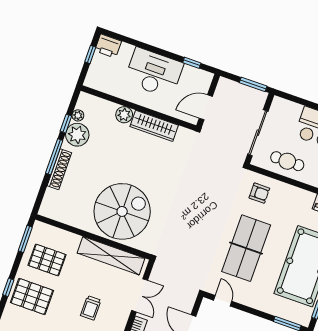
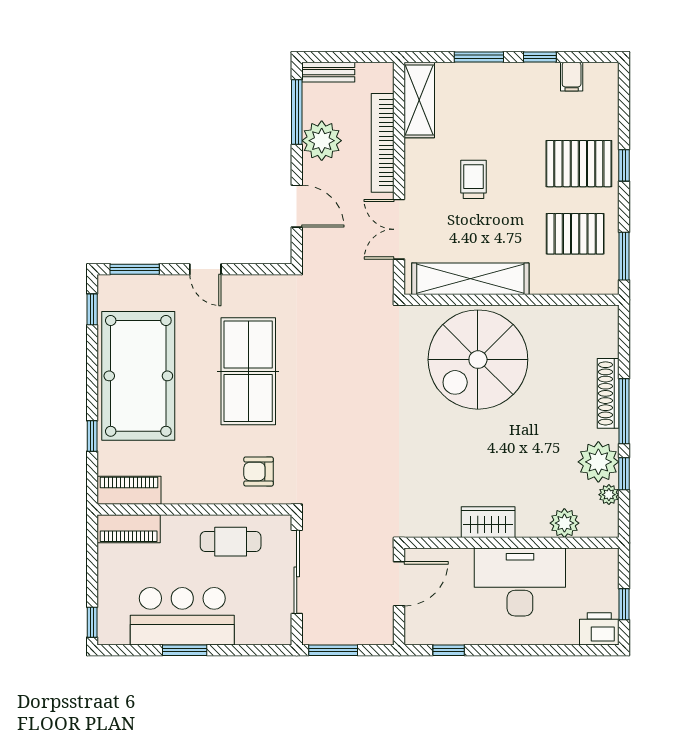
desk: (154, 73) -> (520, 582), moved, turned 180
plant: (124, 115) -> (564, 523), moved
wardrobe: (154, 126) -> (488, 522), width x0.67
door: (223, 301) -> (205, 269), moved

